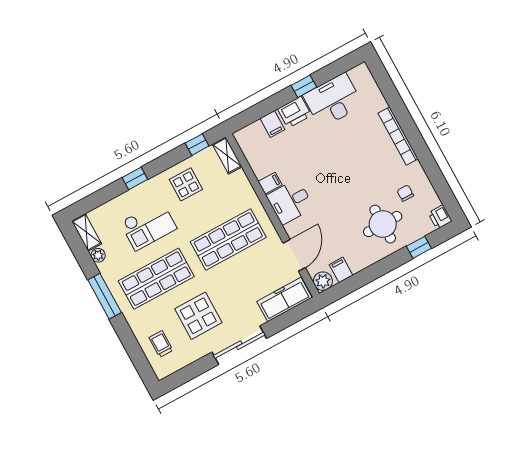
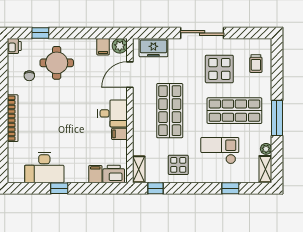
printer: (294, 112) -> (114, 174), moved
window: (135, 178) -> (230, 188), moved
shop shelf: (228, 239) -> (170, 111), turned 90
freezer: (284, 299) -> (153, 48), width x0.71

